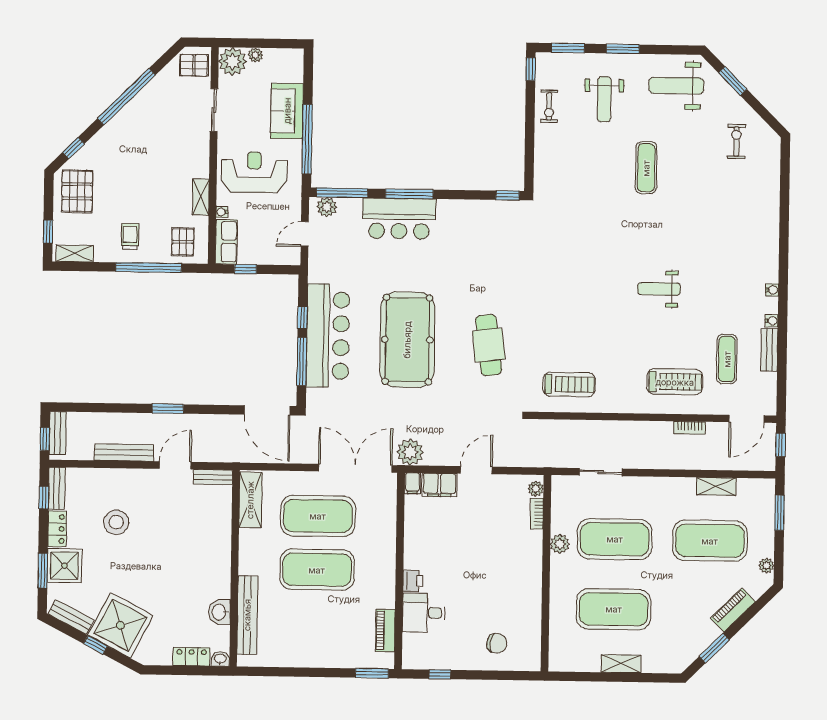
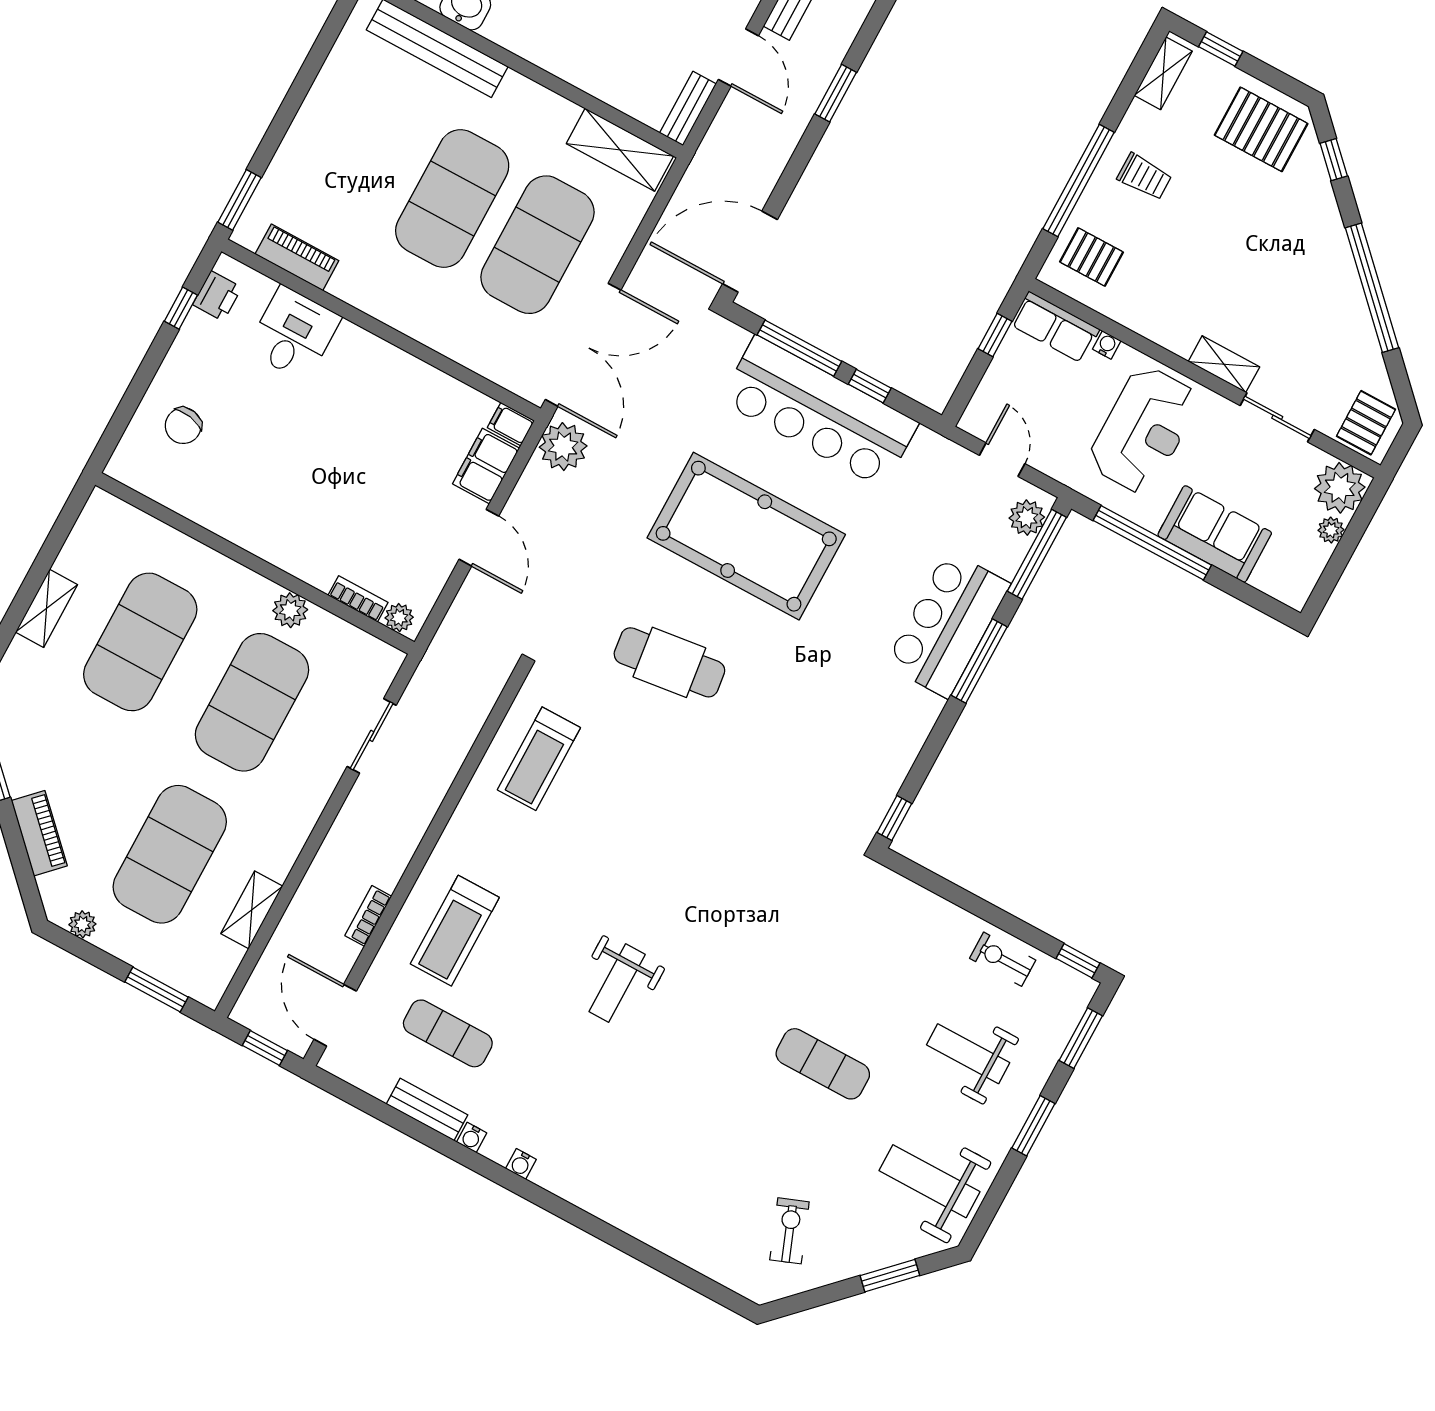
weight bench: (676, 86) -> (929, 1181), turned -90
exercise bike: (736, 141) -> (789, 1231), turned -111
shelving: (201, 197) -> (1224, 364), moved
weight bench: (659, 289) -> (617, 983), turned 180
printer: (413, 581) -> (217, 296), moved, turned -90

